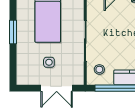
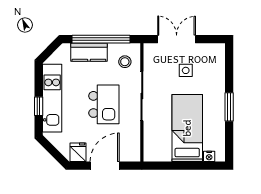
kitchen island: (117, 34) -> (104, 104), added

